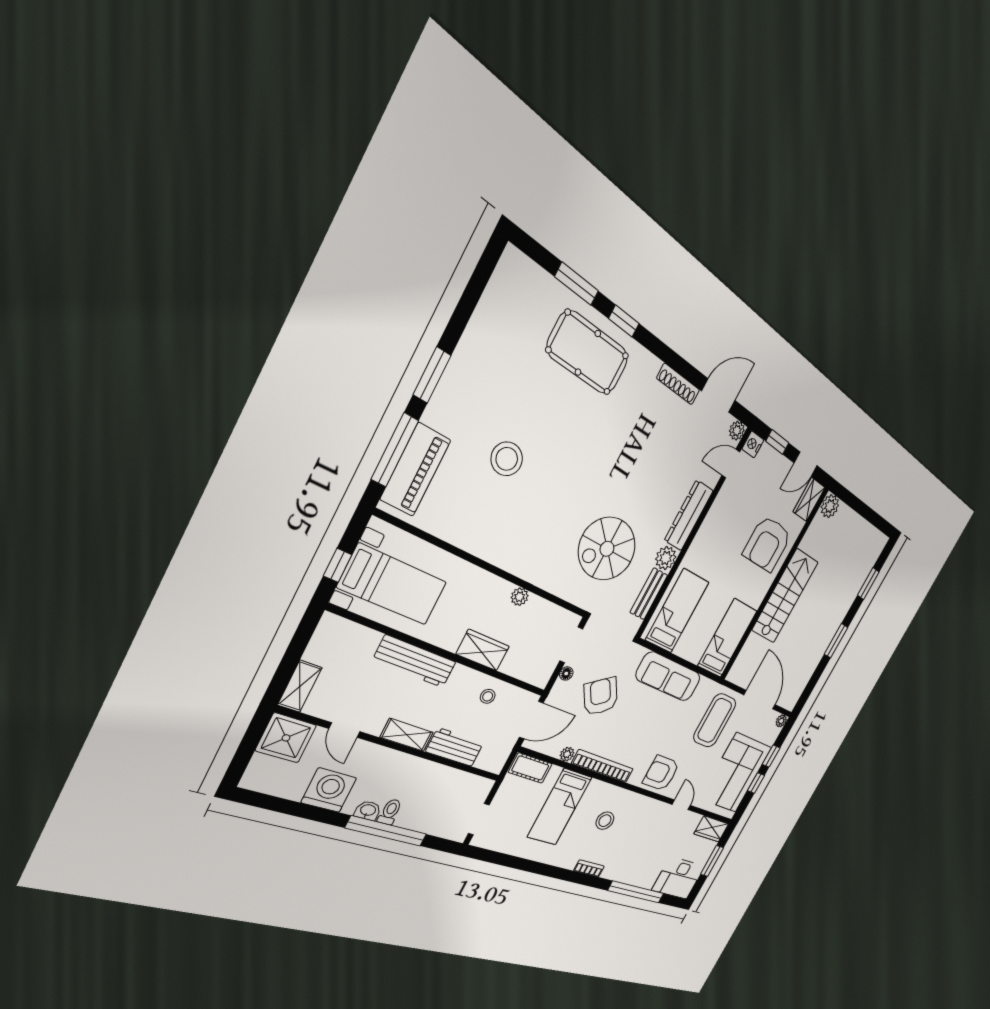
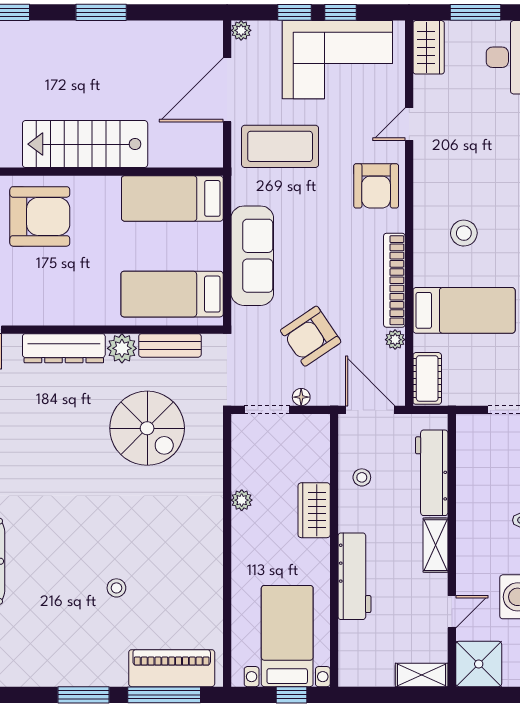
stool: (507, 459) -> (116, 588), width x0.53, depth x0.53
workbench: (455, 747) -> (432, 473), width x1.38

